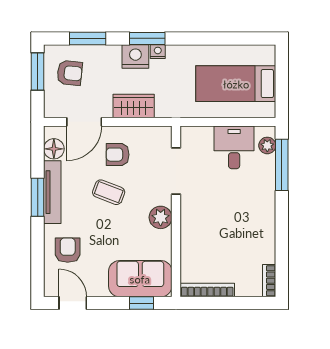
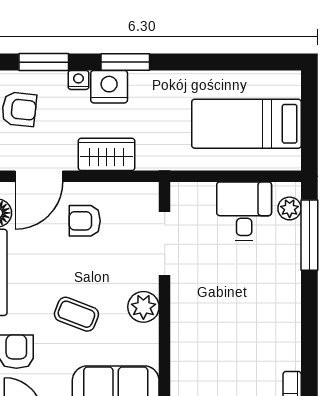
nightstand: (158, 52) -> (78, 80), moved
coffee table: (109, 192) -> (76, 314), moved

